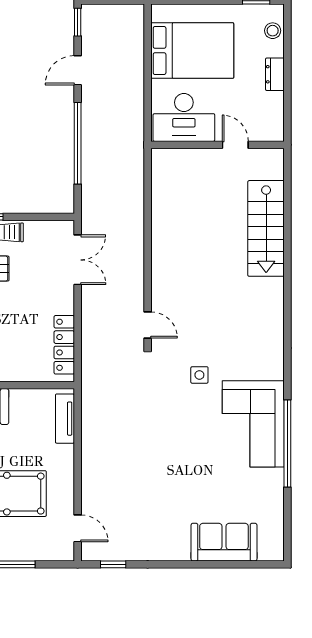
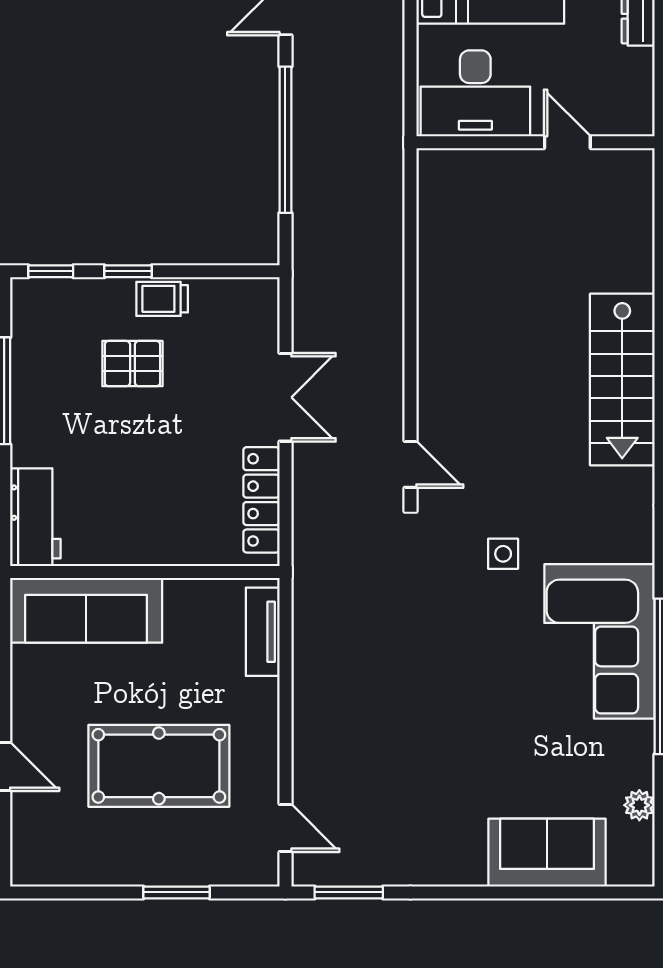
stairs: (266, 228) -> (622, 380), moved
double door: (78, 260) -> (285, 397), moved
plant: (276, 516) -> (639, 805), added
window: (113, 564) -> (349, 892), width x1.50

